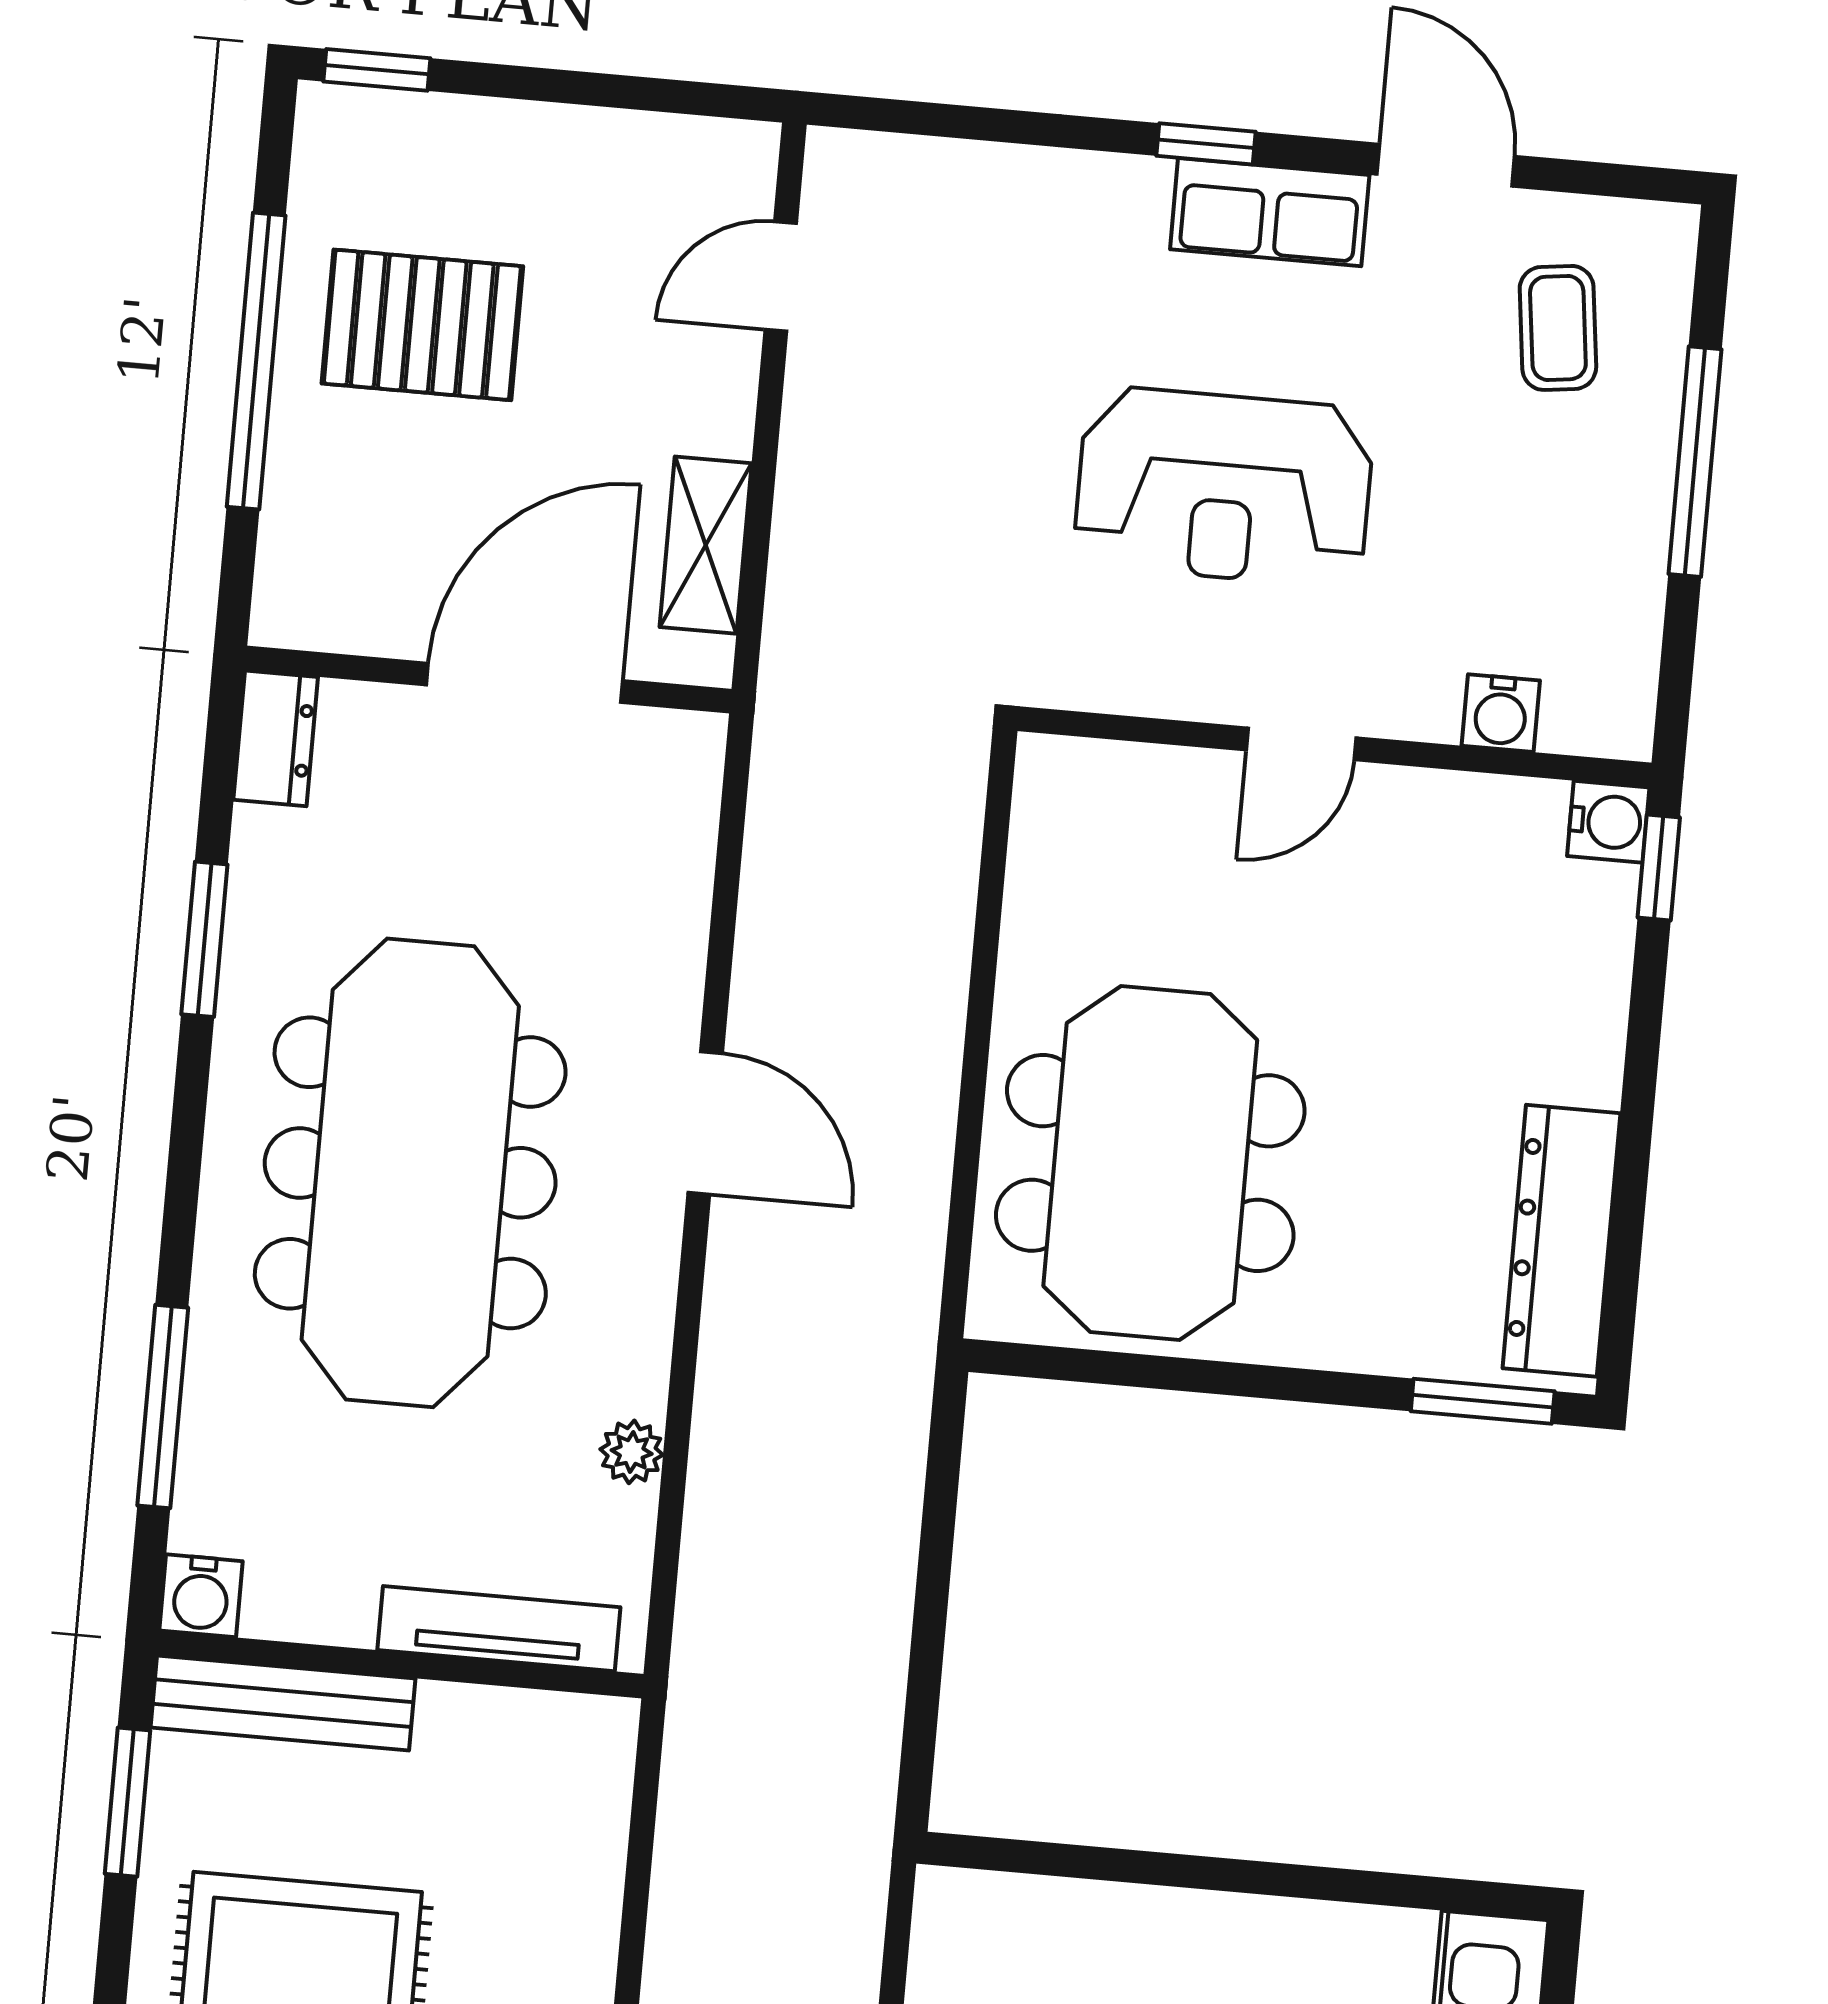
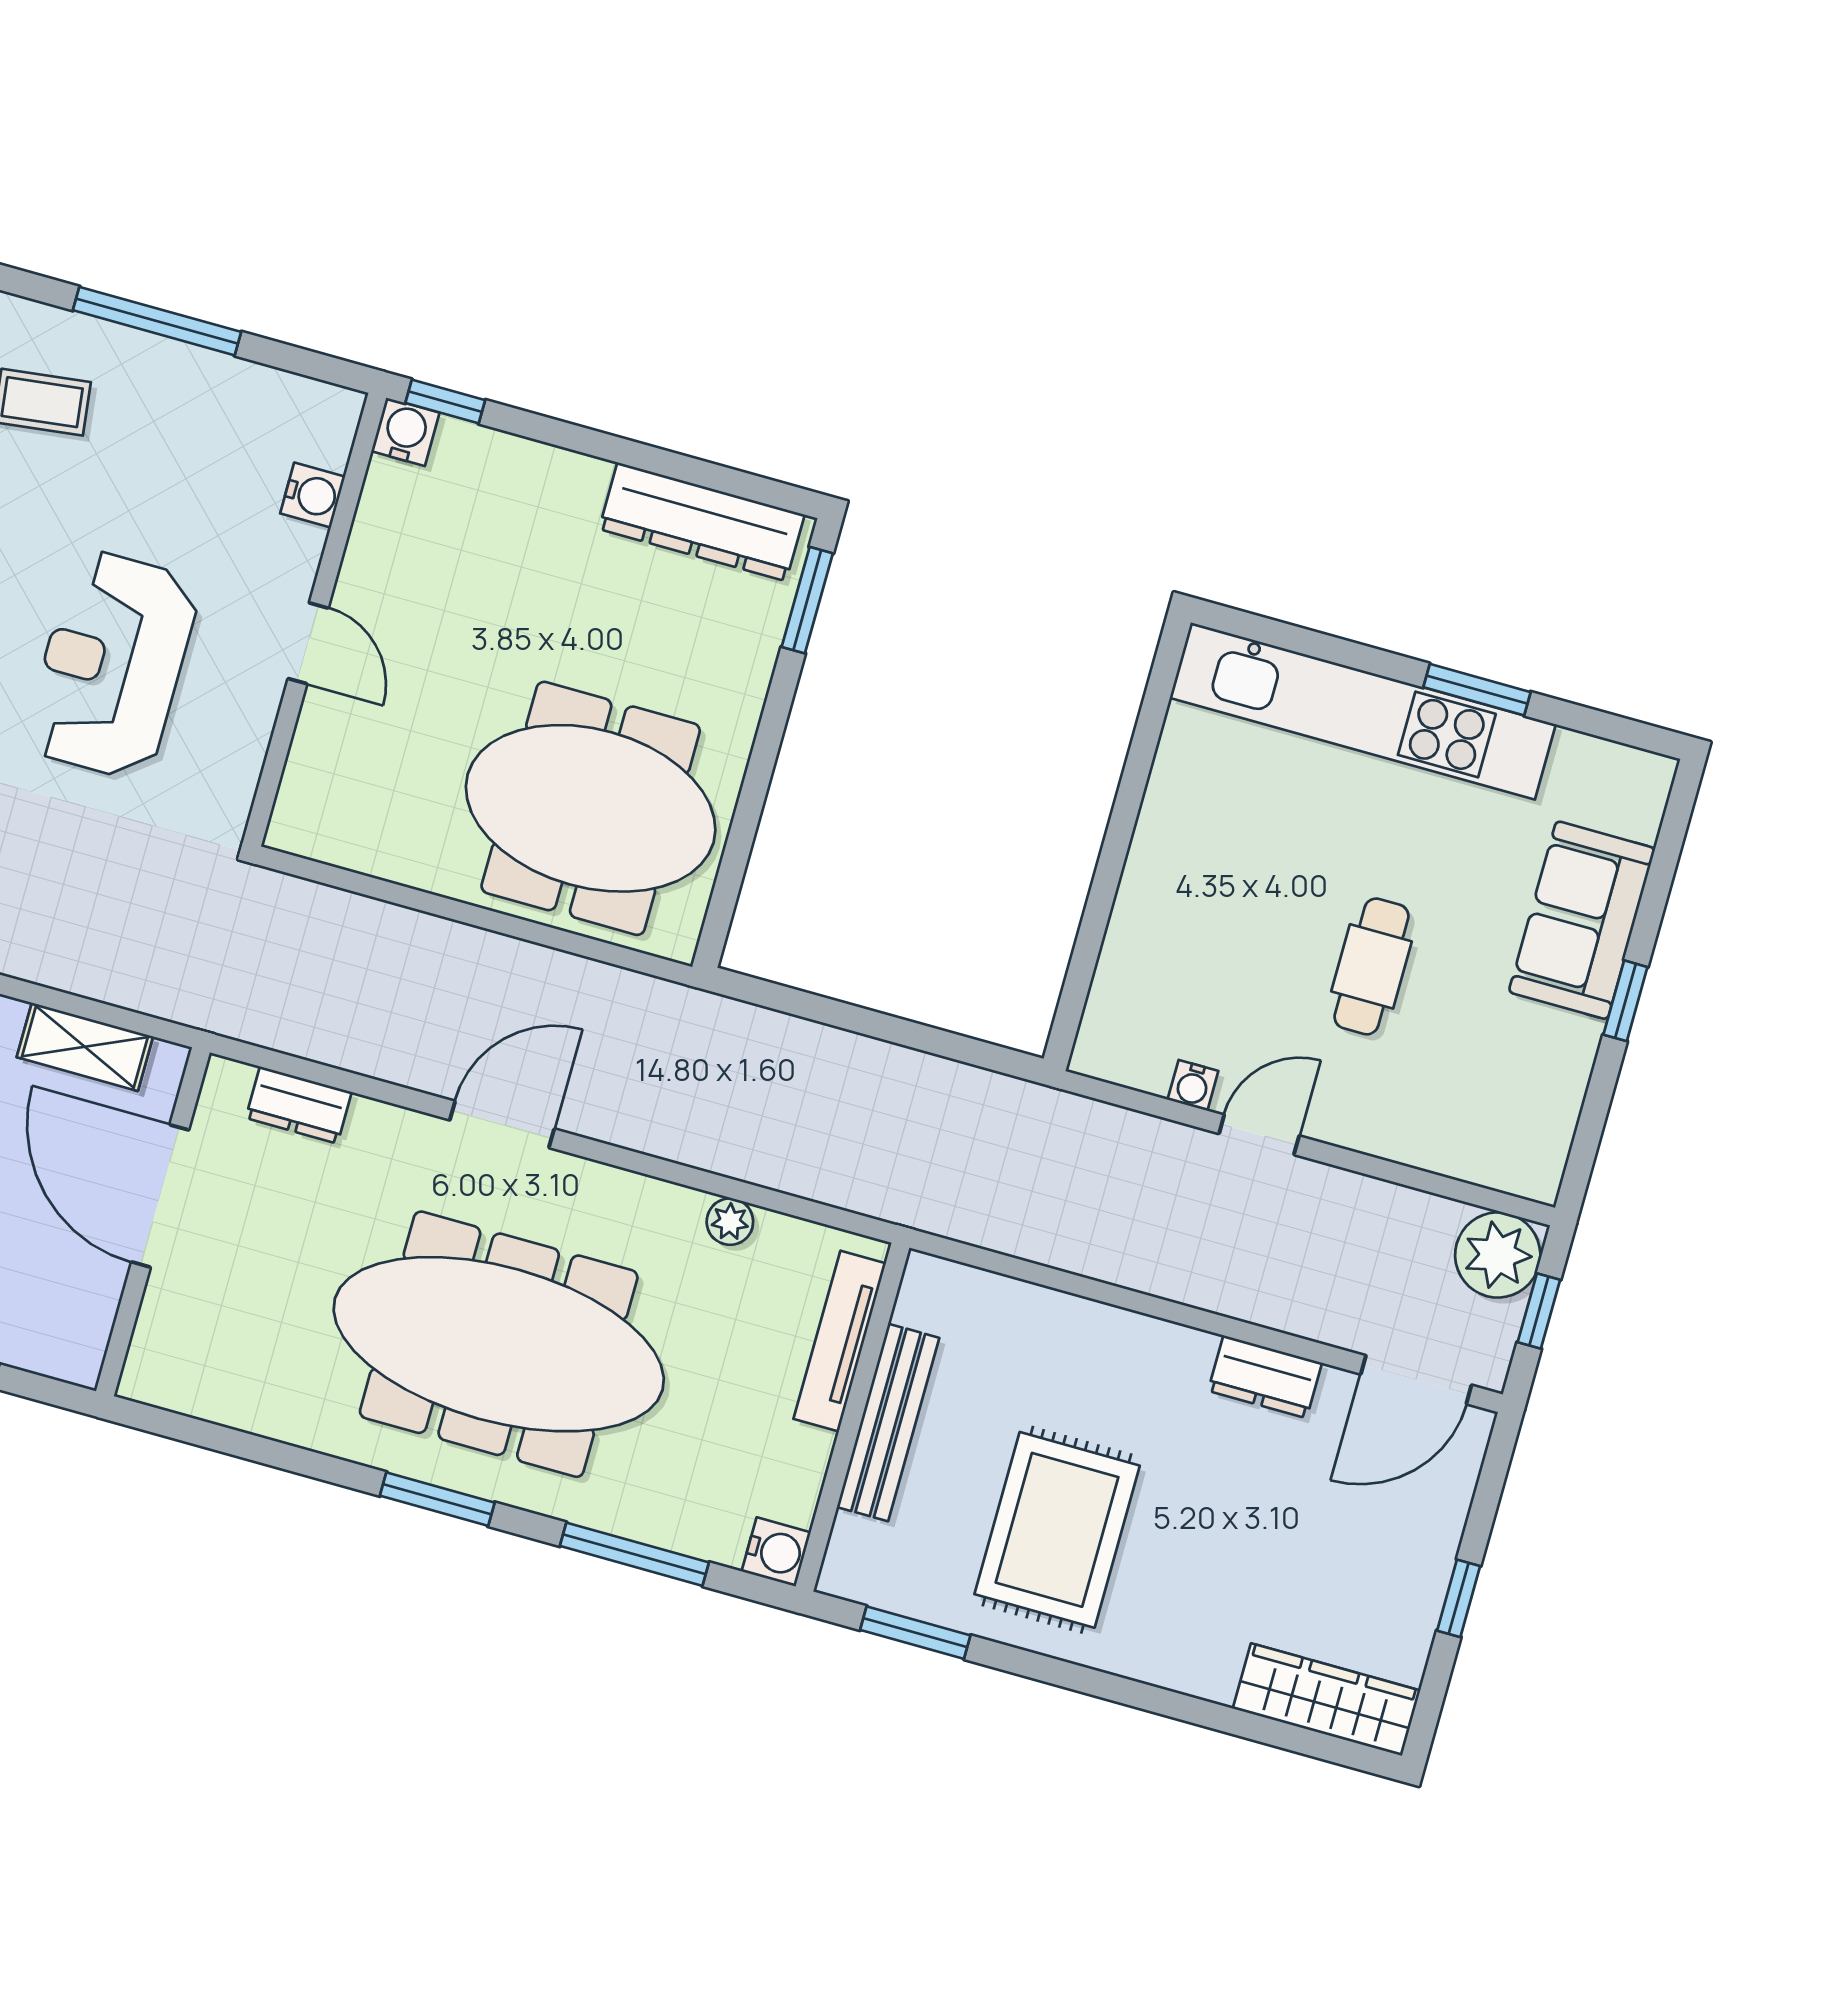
reception desk: (1224, 487) -> (112, 665), turned 180
dresser: (276, 738) -> (299, 1105), moved, turned 180
window: (204, 939) -> (437, 1499), moved
bench: (283, 1703) -> (888, 1422), moved

